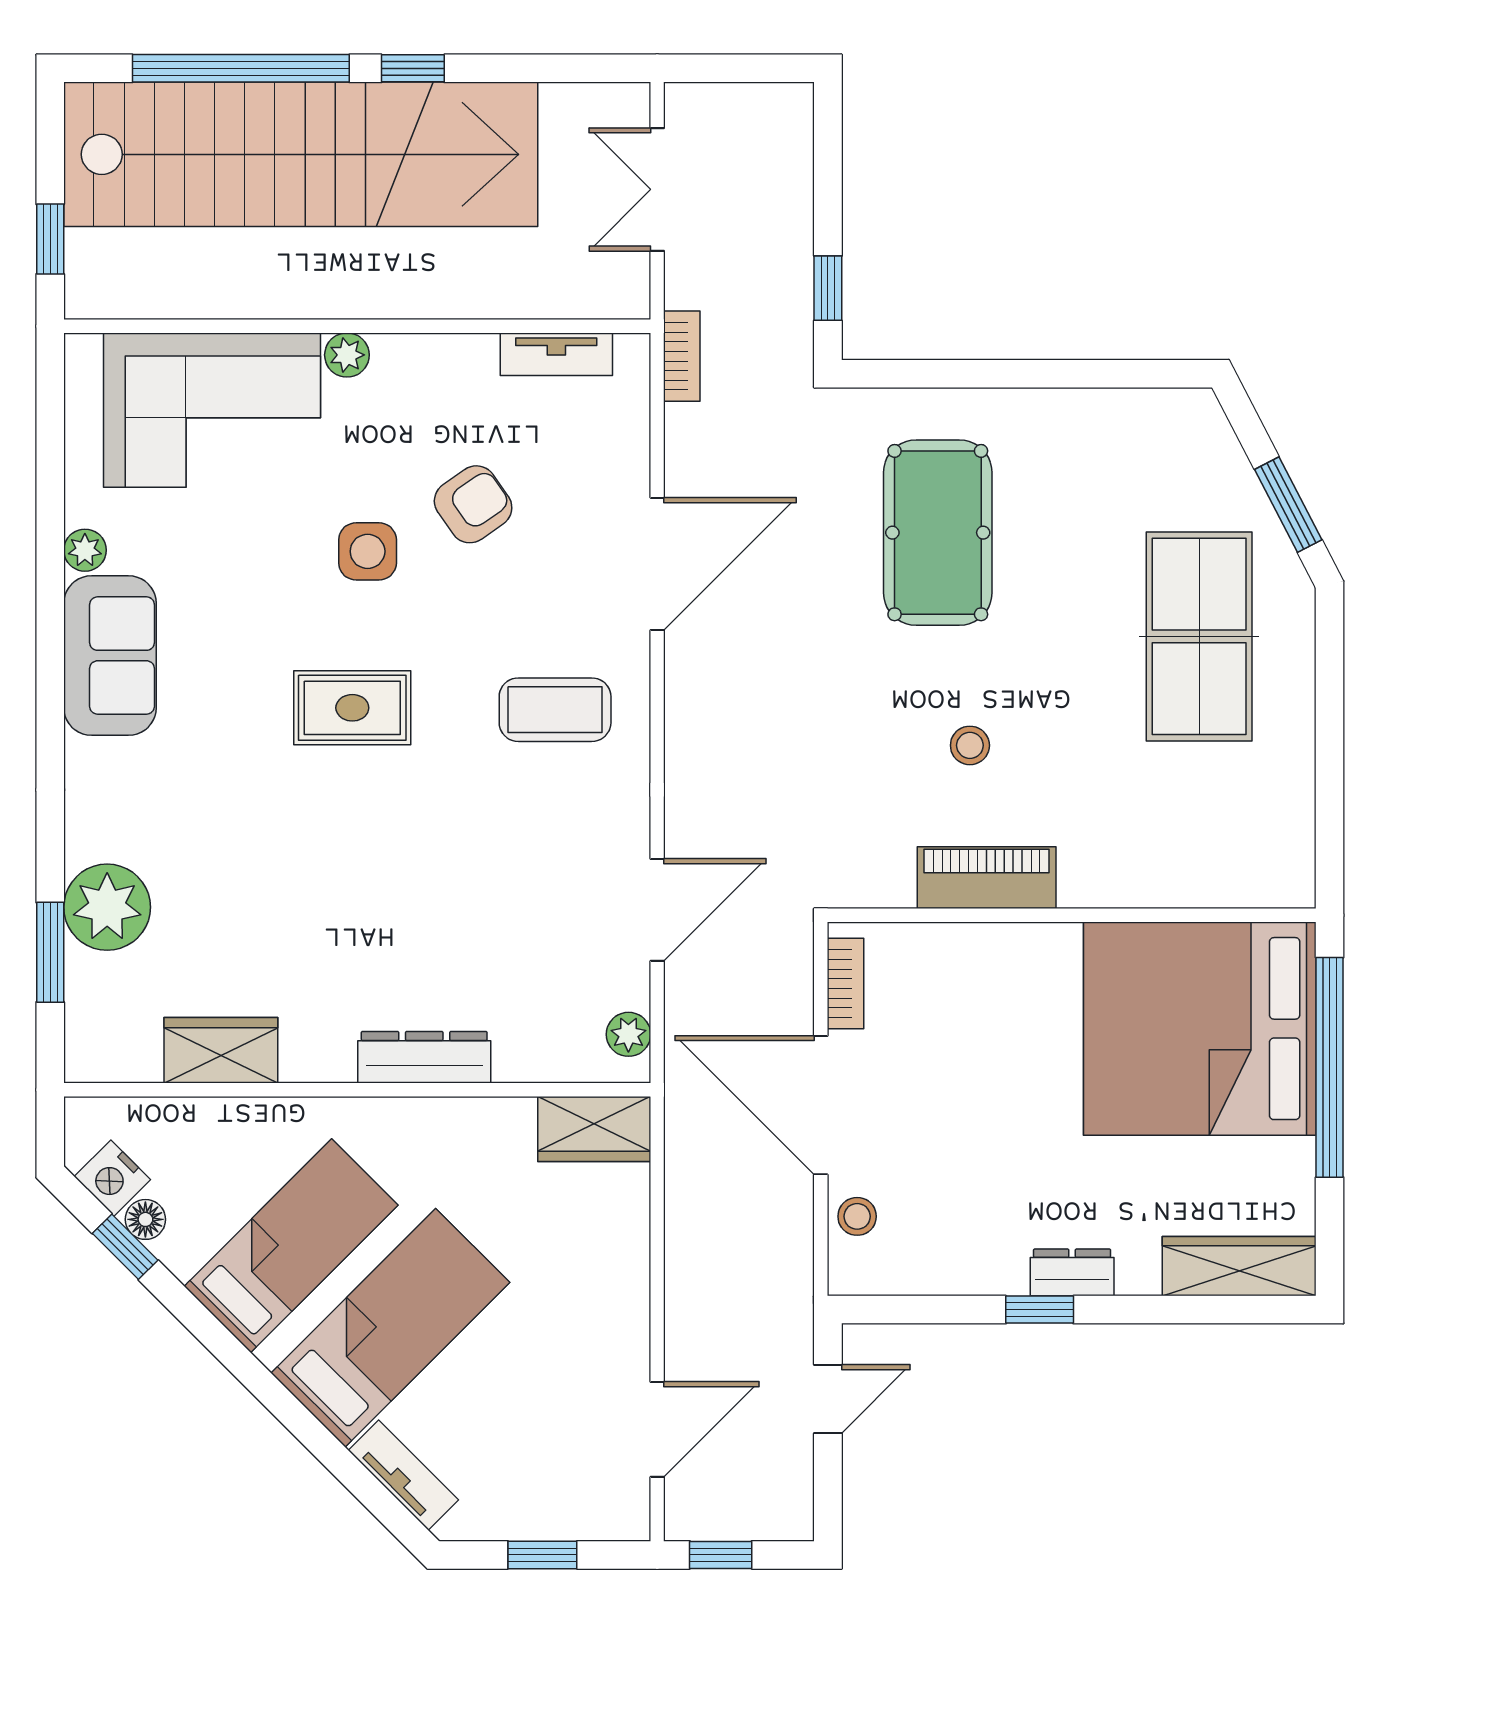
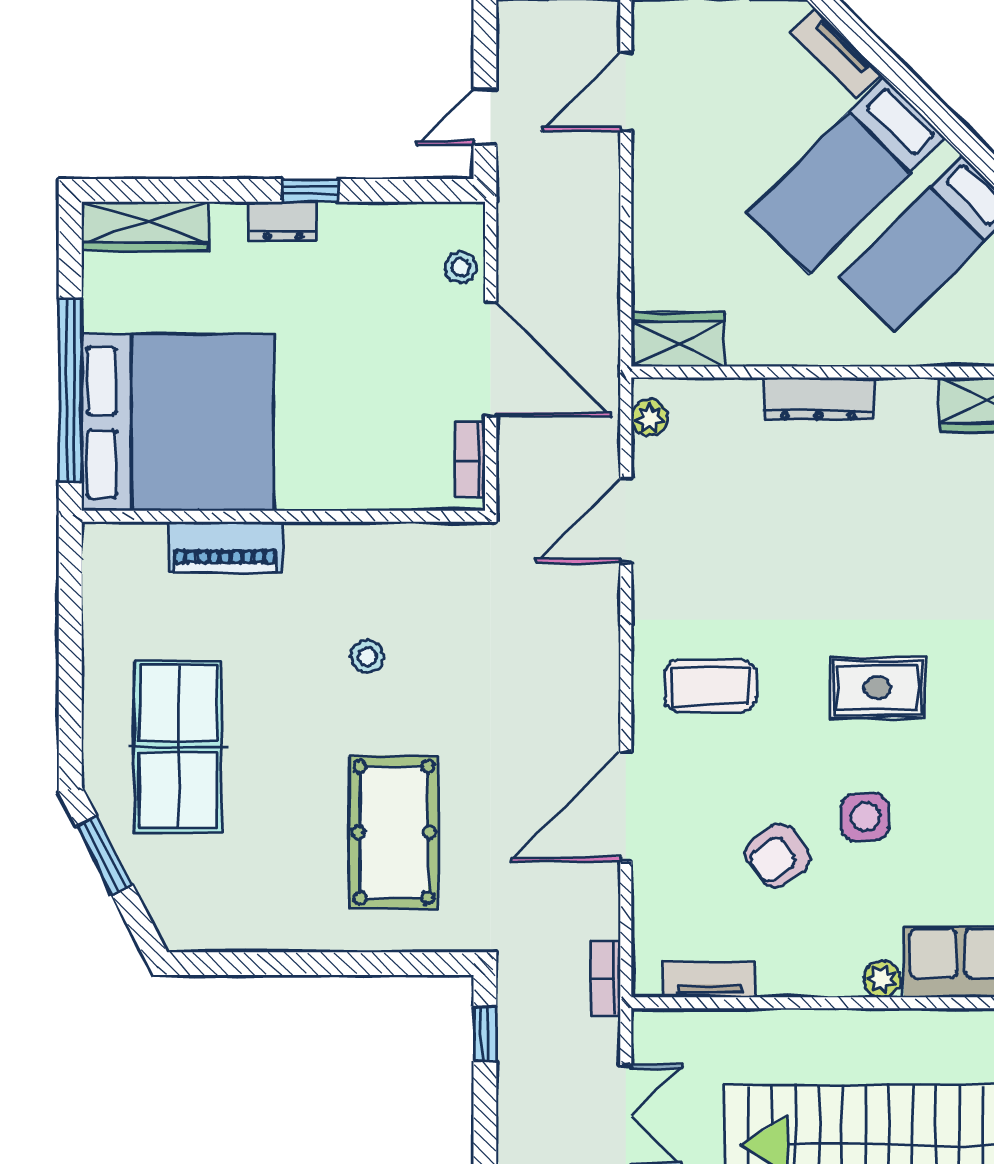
piano: (987, 878) -> (225, 547), moved

